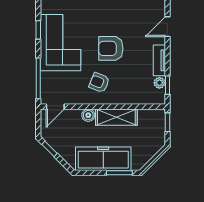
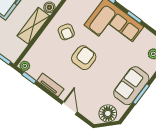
armchair: (99, 83) -> (66, 32), turned 99
plant: (159, 83) -> (25, 66), moved

